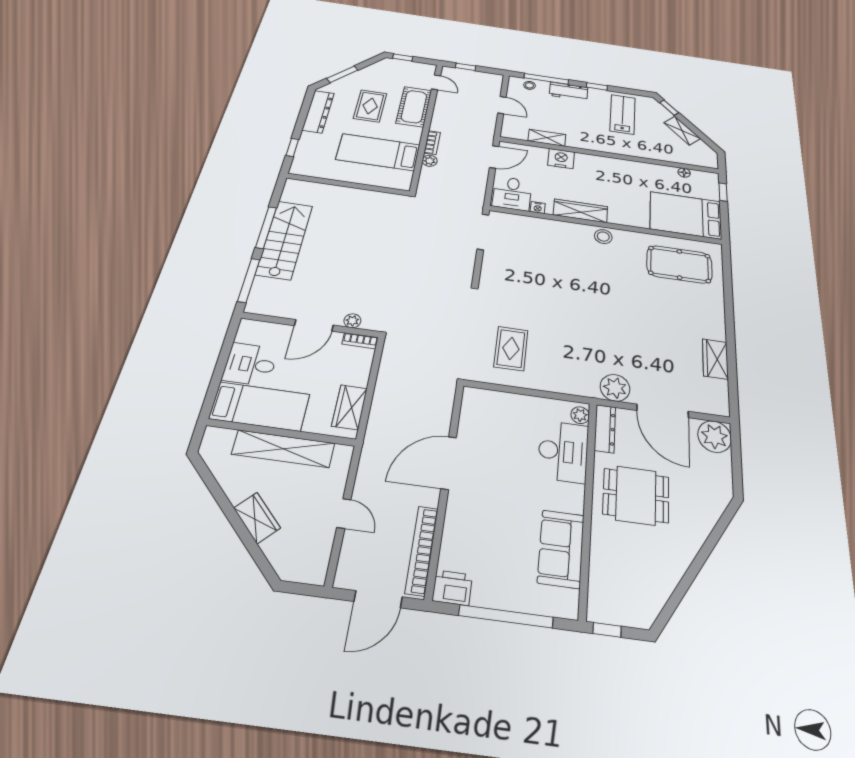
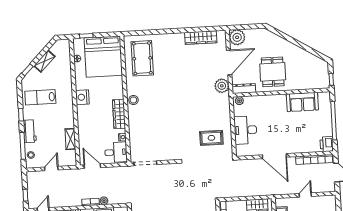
nightstand: (561, 159) -> (82, 97), moved
bed: (686, 215) -> (103, 57), width x1.36
wardrobe: (715, 359) -> (201, 38), width x1.50
desk: (563, 451) -> (245, 130), moved, turned -90

